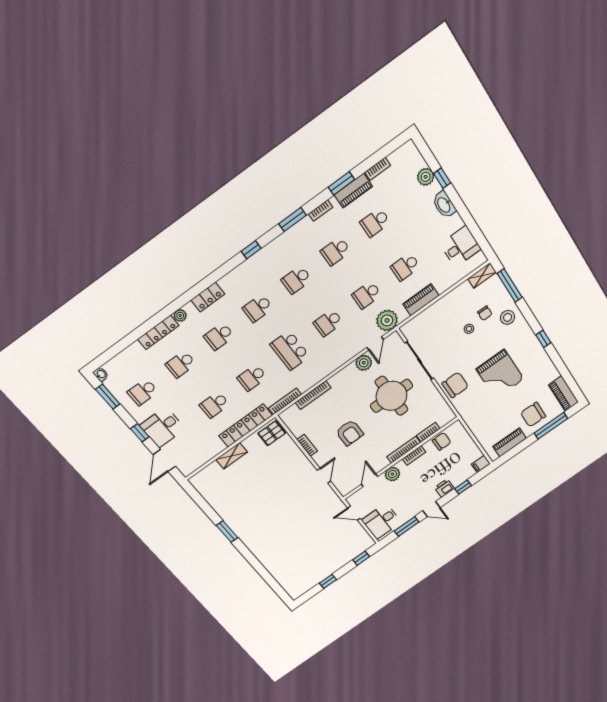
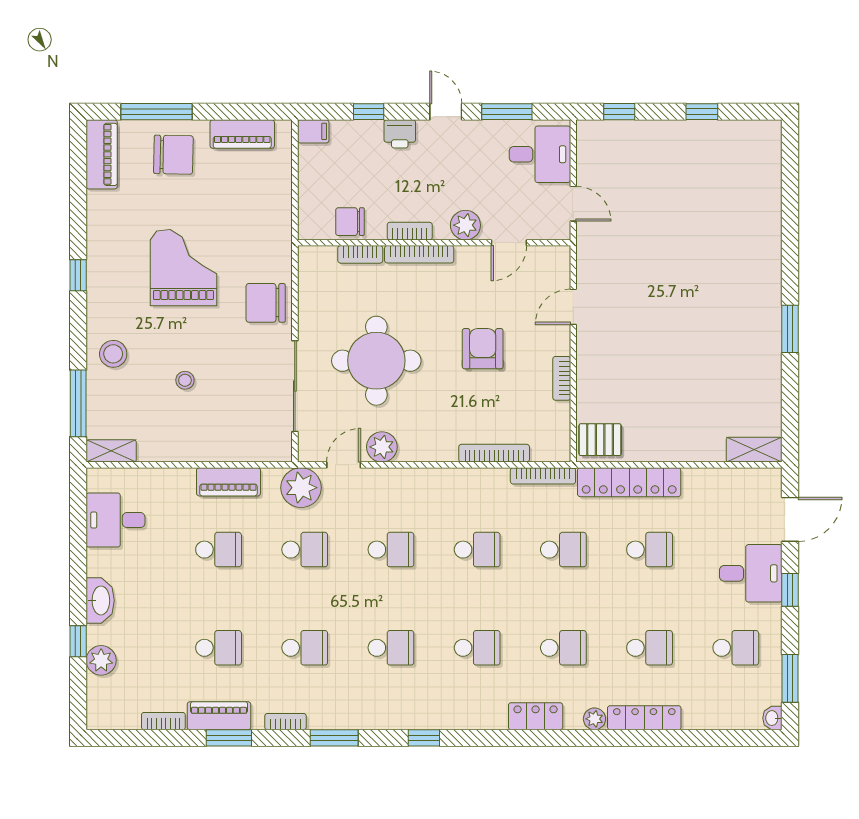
chair: (485, 313) -> (144, 387), removed
school desk: (290, 350) -> (477, 550), width x0.54
shelving: (232, 456) -> (754, 450), moved

